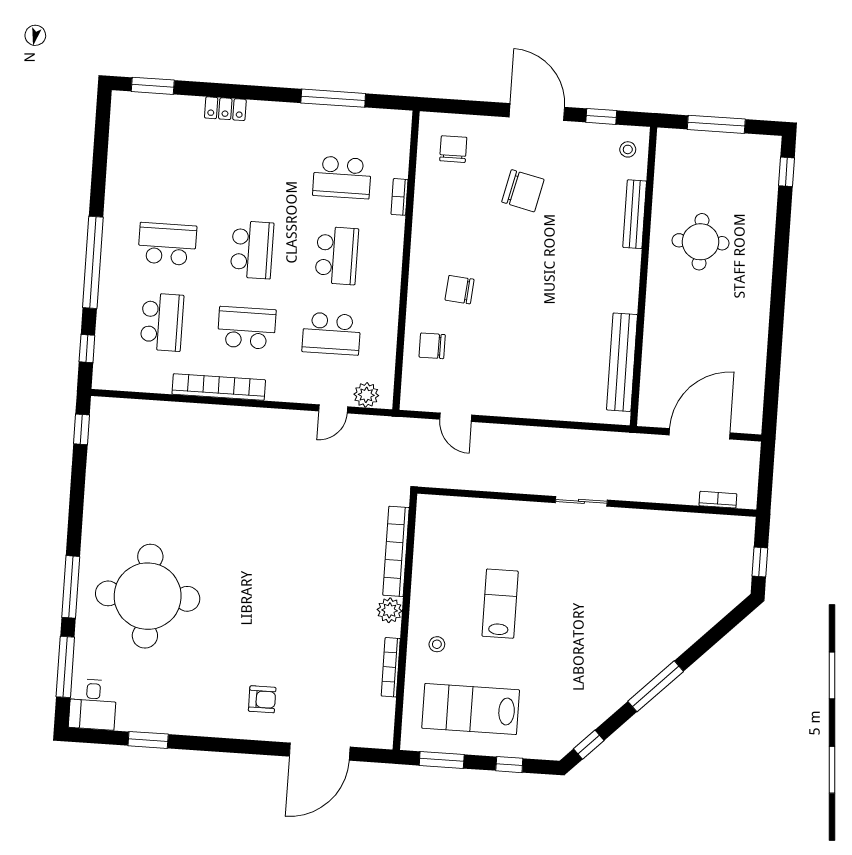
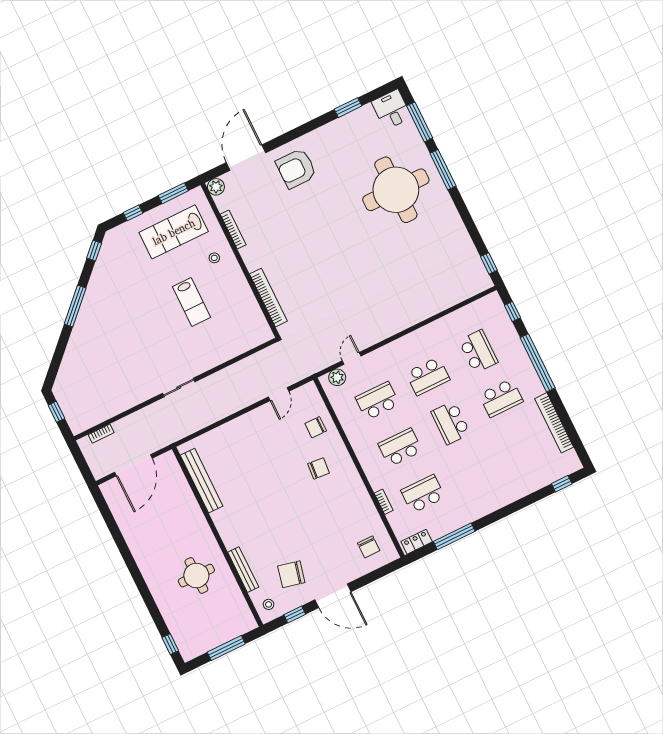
window: (153, 86) -> (562, 484), width x0.67
locker: (225, 109) -> (417, 542), moved
chair: (523, 191) -> (291, 574), moved
school desk: (337, 256) -> (400, 447), turned 90
school desk: (162, 322) -> (478, 351), turned 180
chair: (432, 346) -> (316, 427), turned 180
bookcase: (219, 387) -> (554, 423), moved, turned 90
door: (456, 417) -> (279, 394), swing flipped
plant: (390, 610) -> (216, 187), moved
armchair: (262, 699) -> (296, 169), width x1.88, depth x1.88
lab bench: (471, 709) -> (174, 232), turned 180

